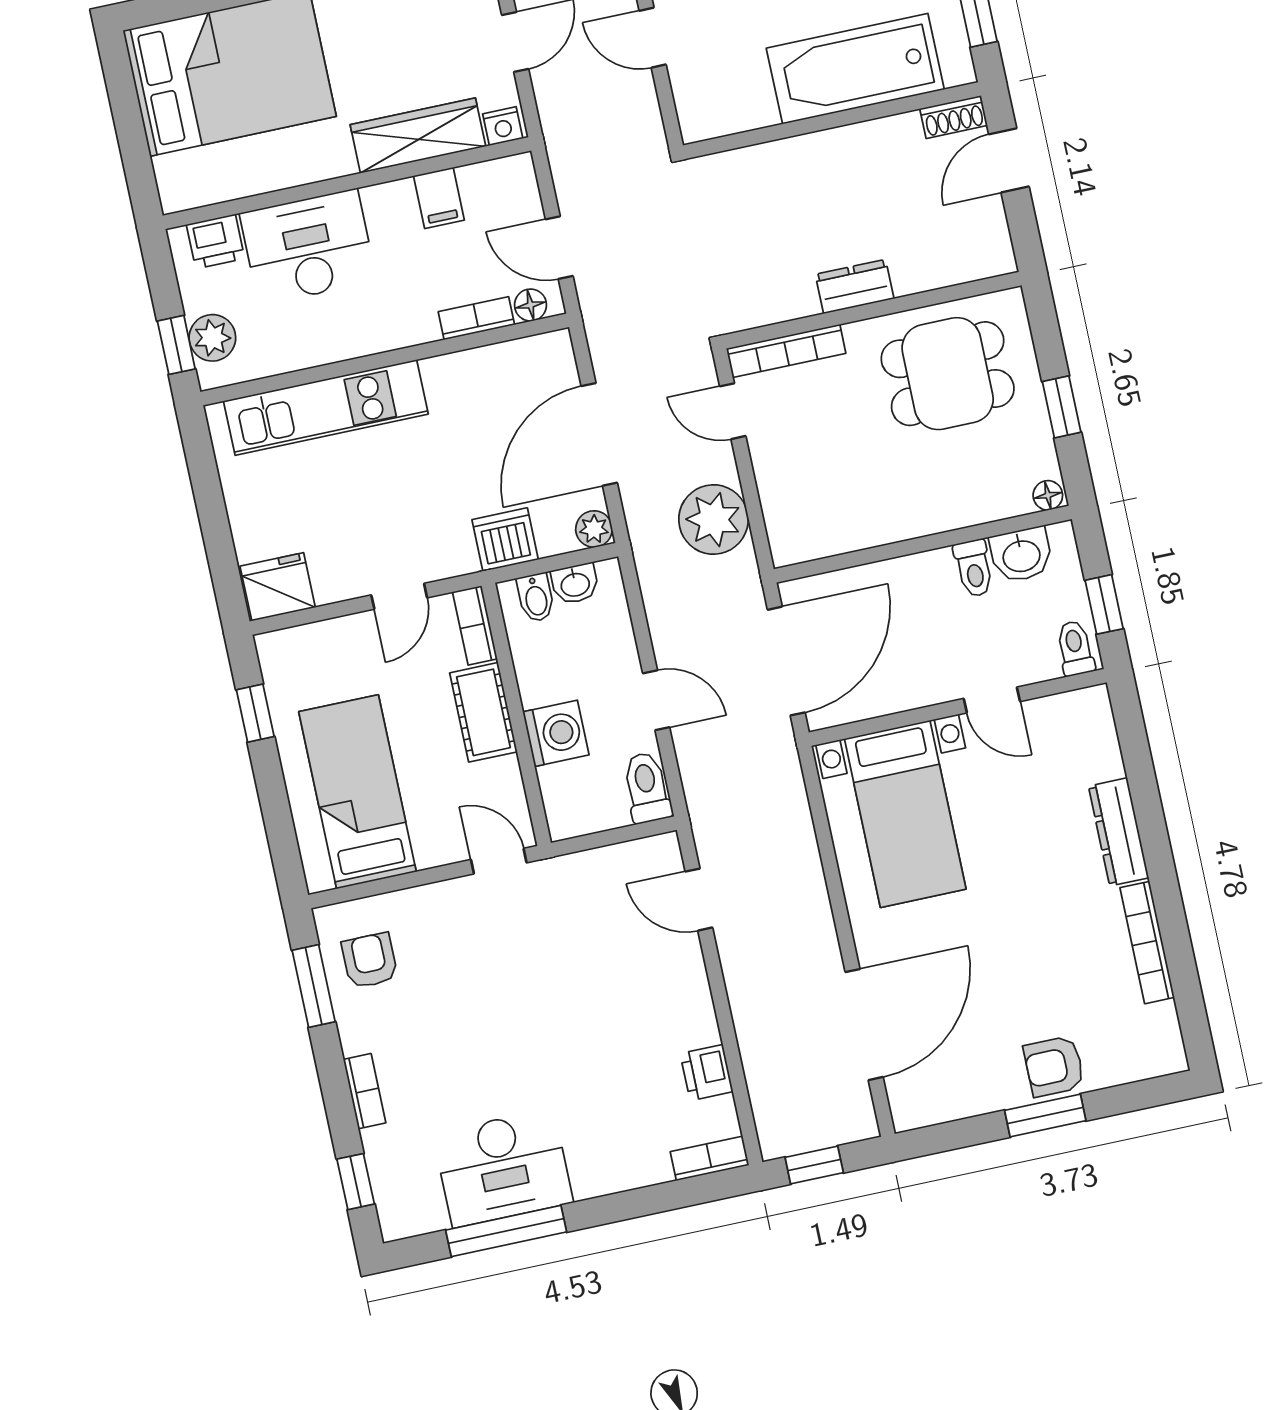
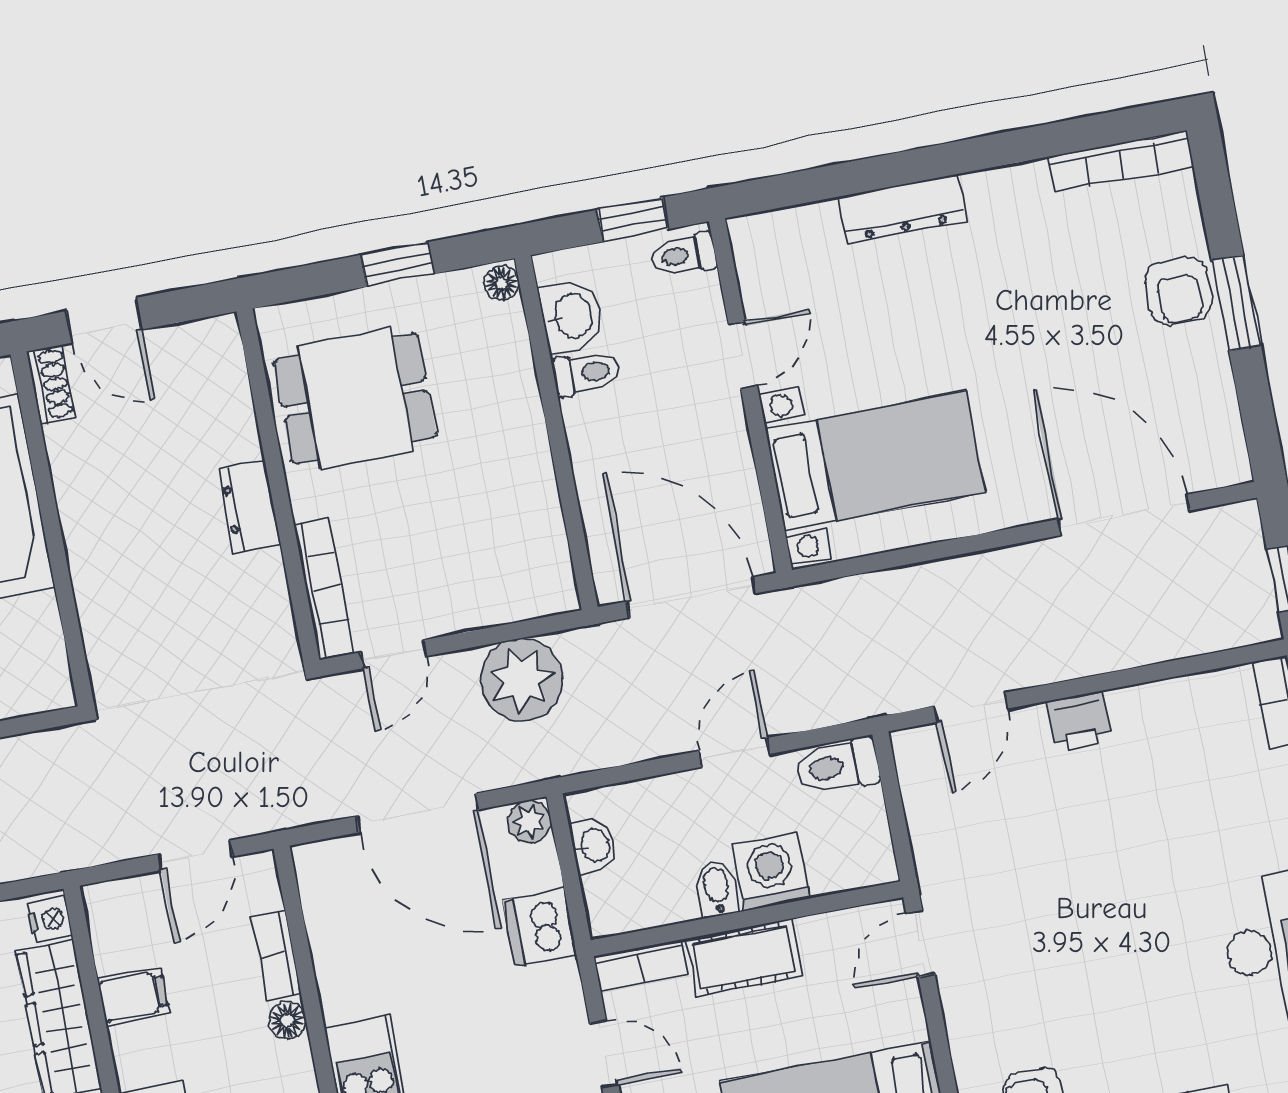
floor lamp: (530, 305) -> (287, 1020), moved
dining table: (948, 374) -> (355, 399), turned 90
bidet: (536, 598) -> (717, 889), moved, turned -90
bookcase: (1147, 943) -> (1121, 161), moved
printer: (707, 1073) -> (1079, 721), moved

